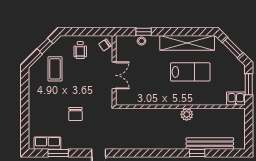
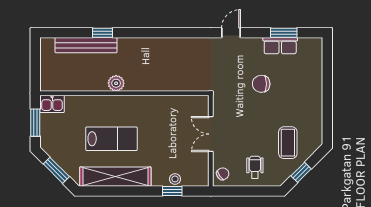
lab bench: (190, 72) -> (111, 139), turned 180
chair: (75, 114) -> (261, 84), turned -90
row of seats: (47, 143) -> (280, 46), moved

